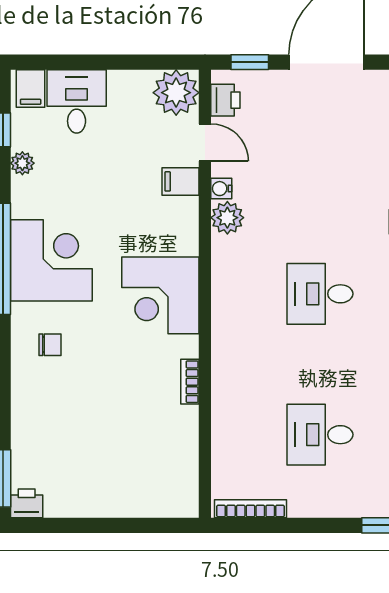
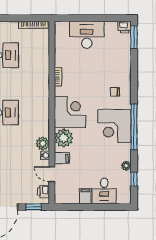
filing cabinet: (31, 89) -> (85, 196), moved
plant: (176, 93) -> (64, 138), moved
desk: (119, 485) -> (87, 35), added

